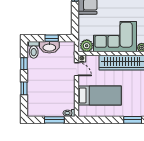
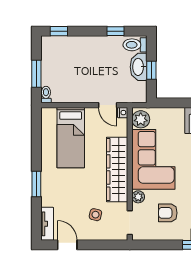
door: (77, 69) -> (108, 105), hinge flipped
window: (24, 88) -> (59, 31), moved

